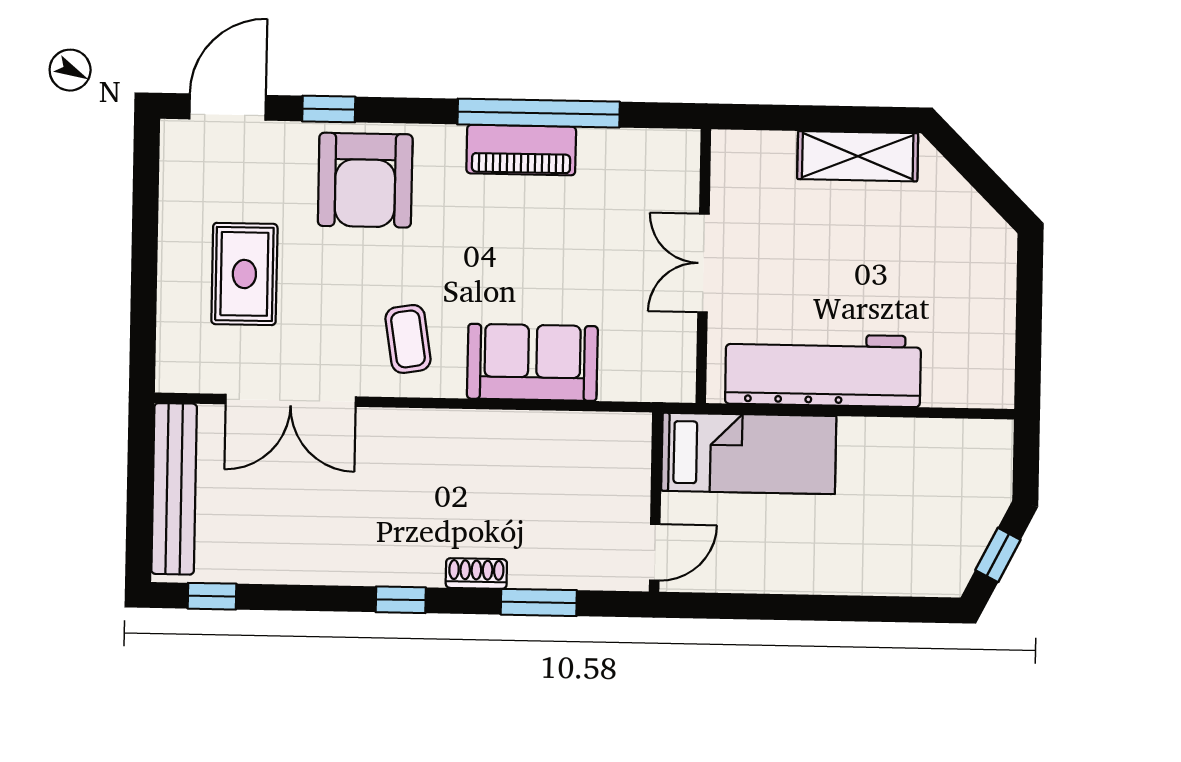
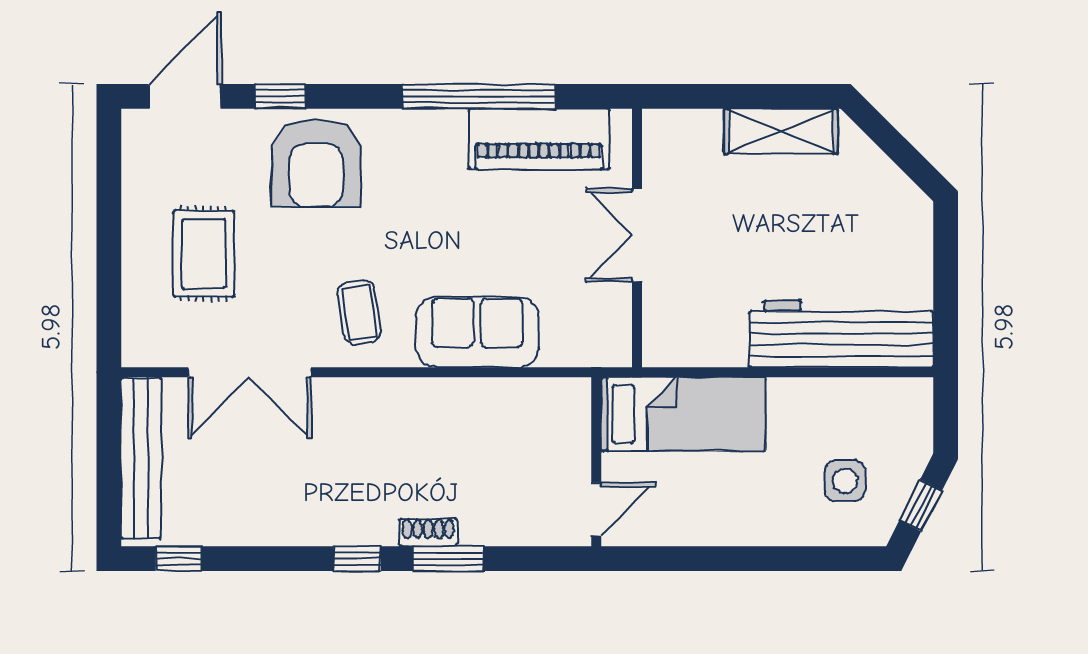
piano: (521, 150) -> (539, 139), moved, width x1.37, depth x1.33
workbench: (823, 370) -> (841, 334), moved
side table: (918, 527) -> (845, 481), added
window: (539, 602) -> (448, 559), moved

